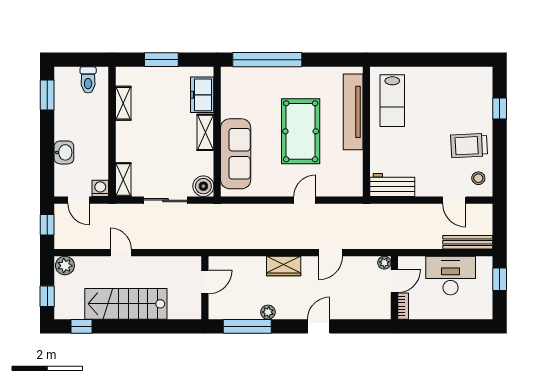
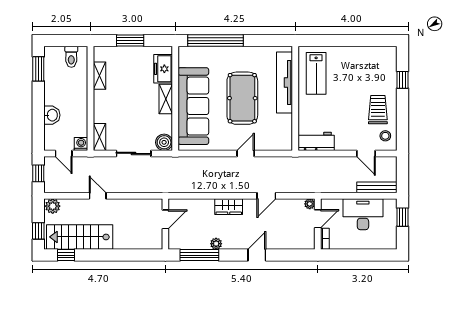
trolley: (469, 146) -> (378, 110), turned 93
sofa: (236, 154) -> (193, 106), width x1.36, depth x1.27
stairs: (126, 304) -> (80, 237), moved

